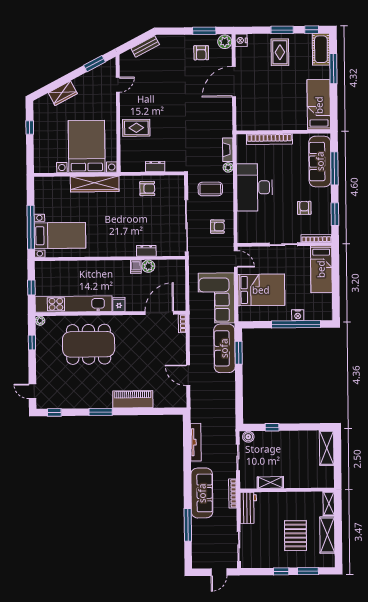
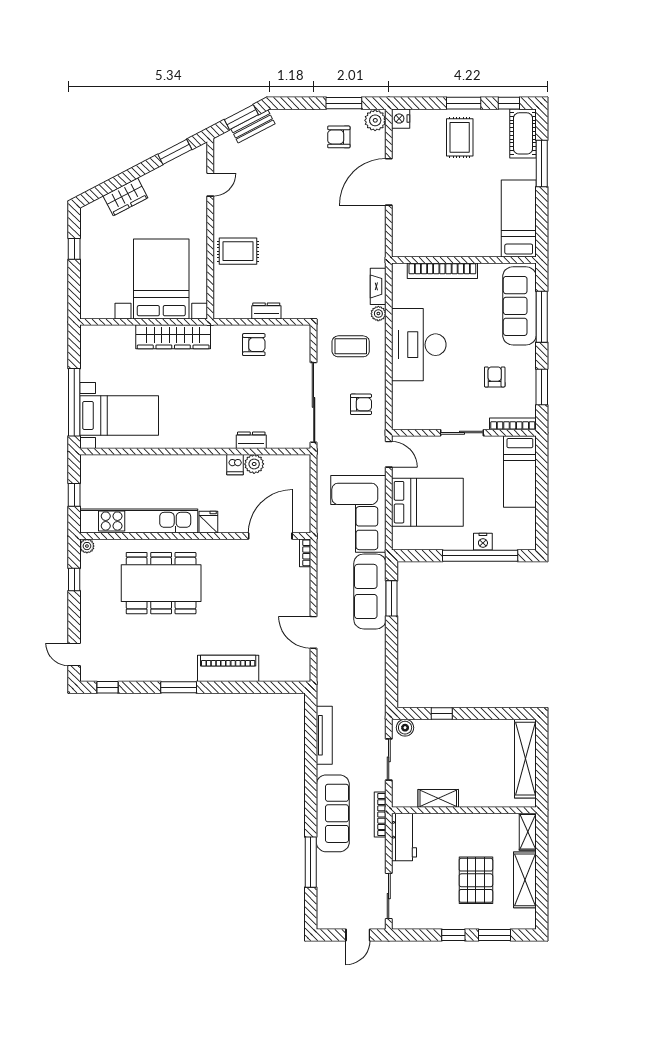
window: (138, 41) -> (241, 117), added
armchair: (201, 53) -> (339, 137), turned 90
shelving: (327, 448) -> (525, 759), width x1.47

